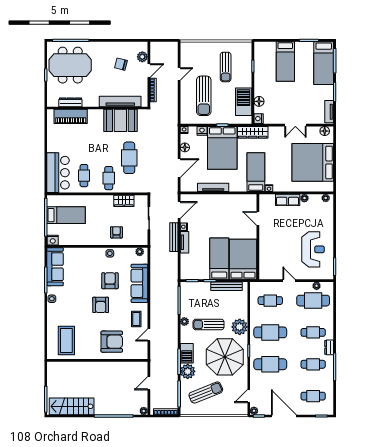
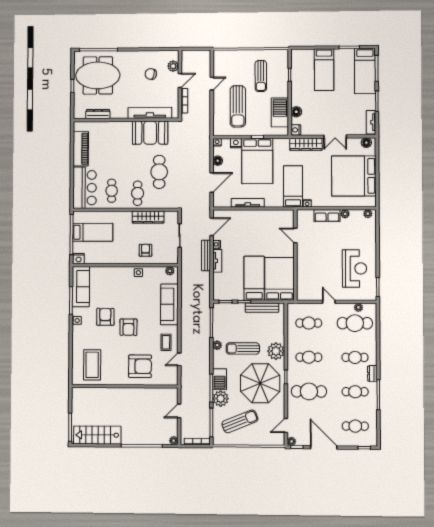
piano: (71, 116) -> (81, 149), moved, turned -90
wardrobe: (253, 132) -> (306, 144), moved
wardrobe: (124, 201) -> (148, 217), width x1.50
armchair: (110, 281) -> (105, 317), moved
cafe table: (270, 332) -> (309, 357), width x0.73, depth x0.74

